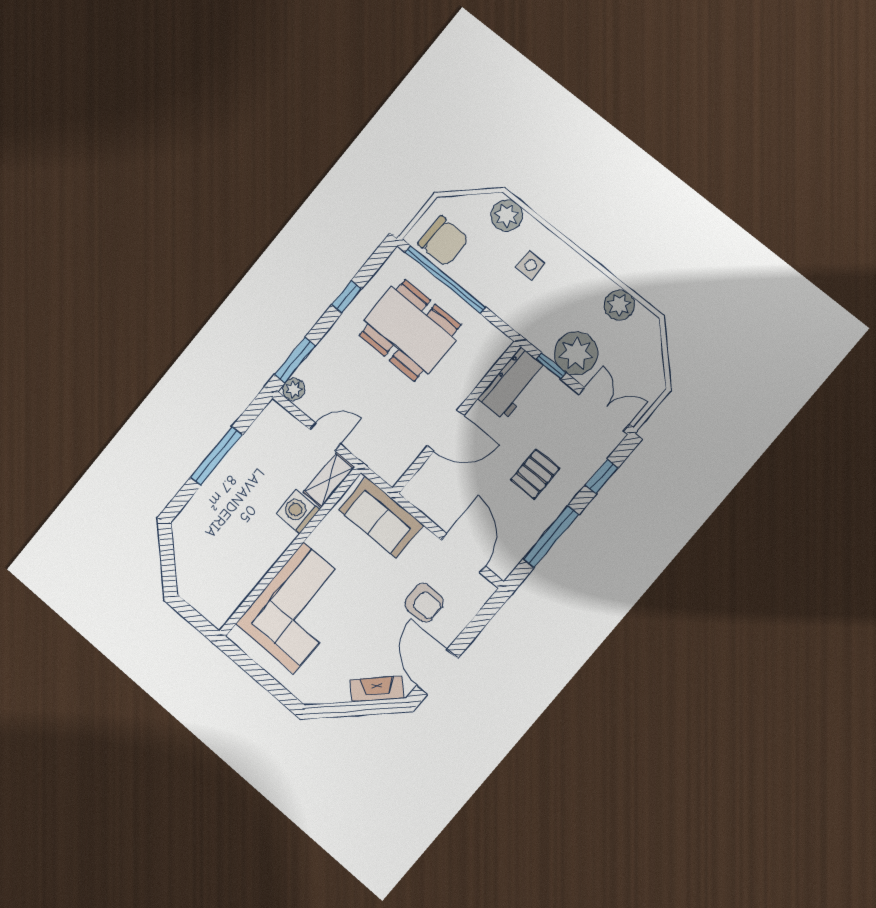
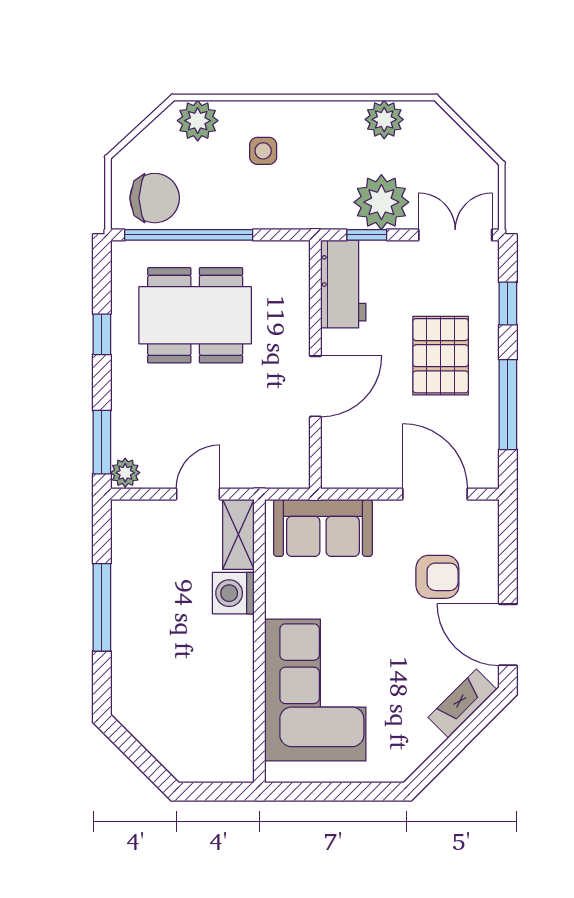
pallet: (535, 474) -> (441, 356), width x1.50, depth x1.42

